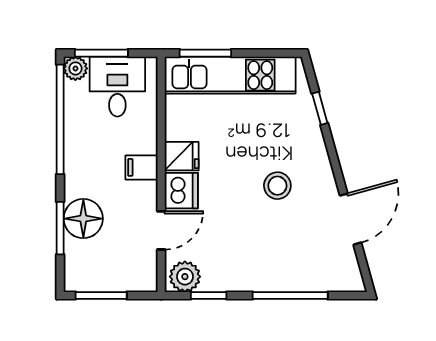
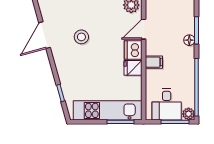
stool: (277, 186) -> (81, 37), moved
floor lamp: (83, 219) -> (189, 40), width x0.53, depth x0.53

